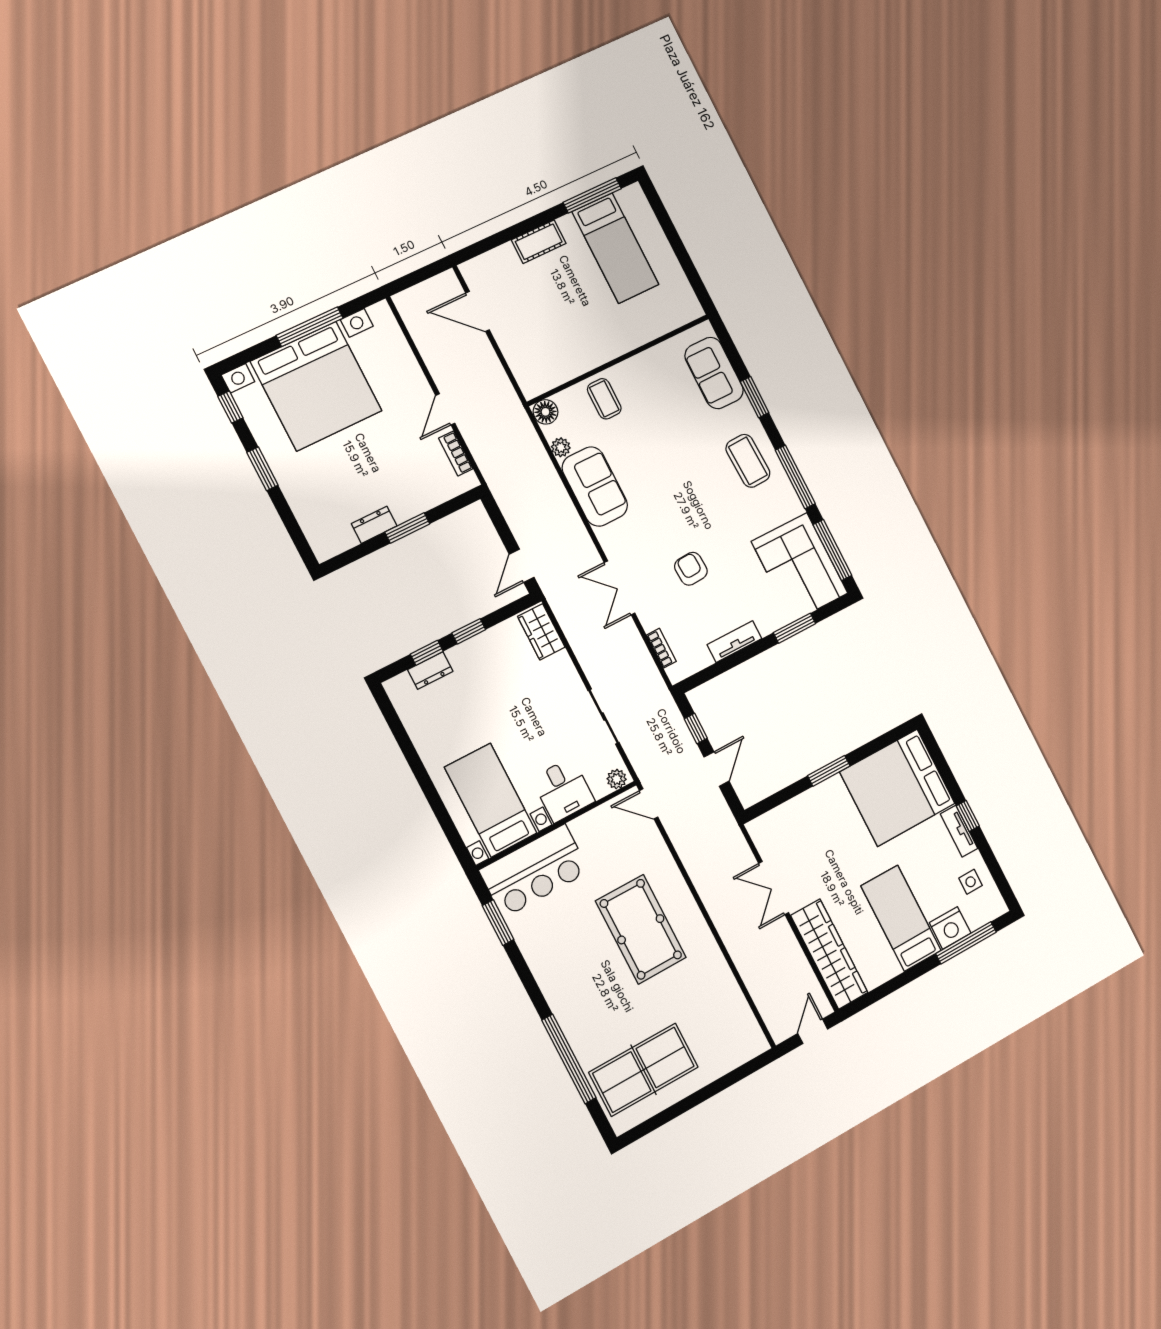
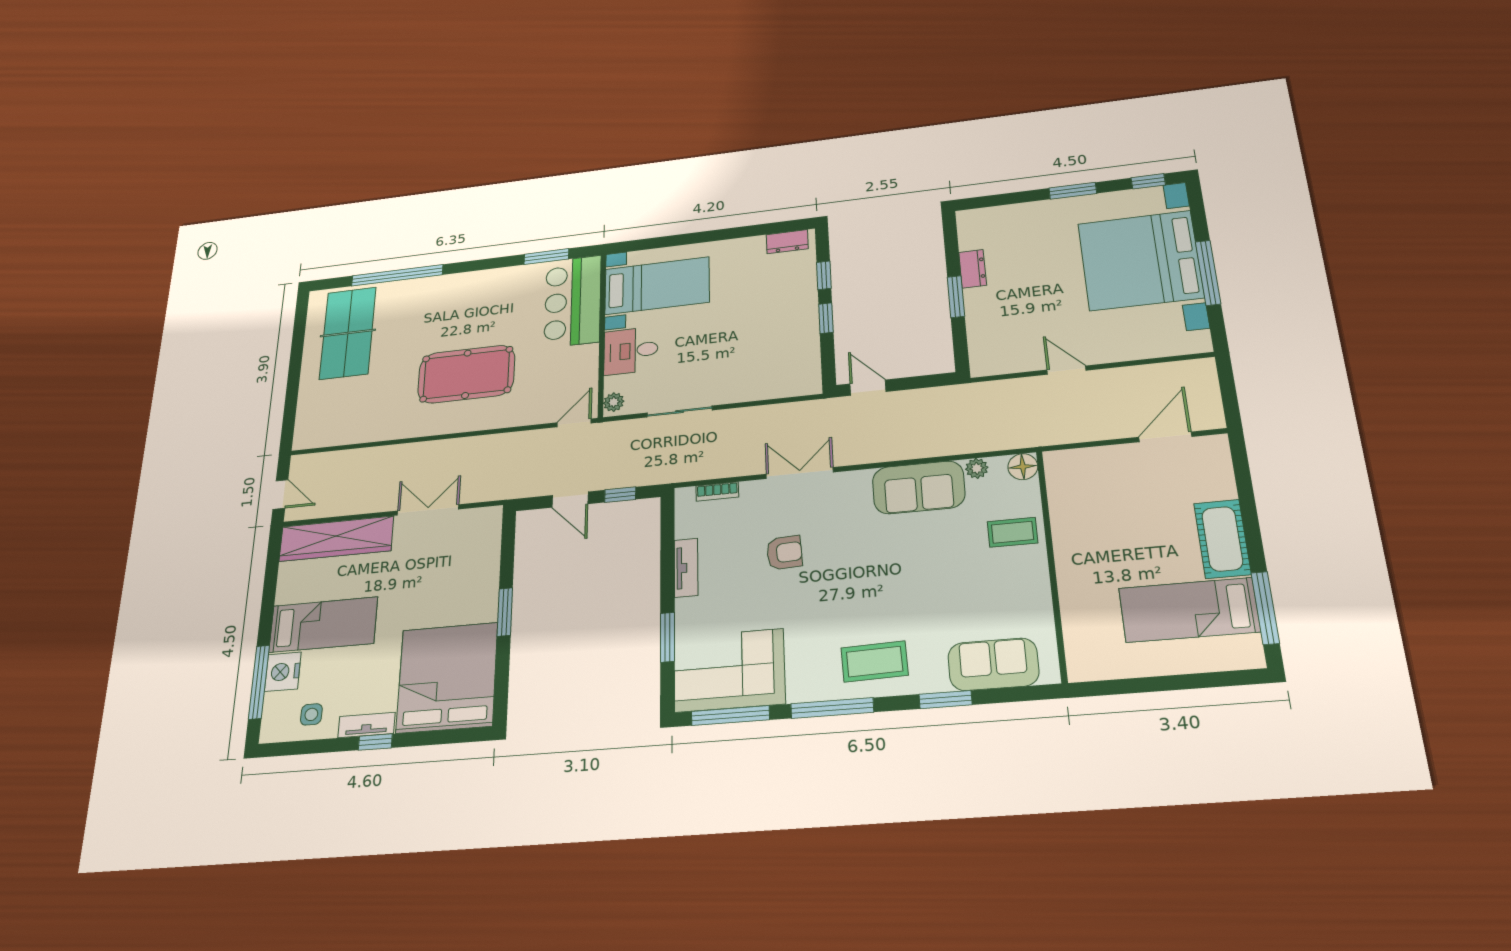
cot: (539, 242) -> (1222, 539), width x1.37, depth x1.34
bookcase: (456, 453) -> (1014, 365), removed
wardrobe: (541, 632) -> (792, 383), removed
dresser: (430, 670) -> (787, 242), moved, turned -90

